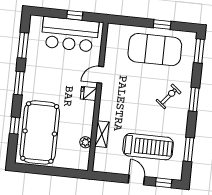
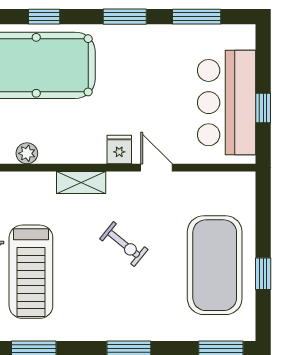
exercise bike: (169, 96) -> (124, 244), moved
shelving: (102, 134) -> (81, 182), moved

